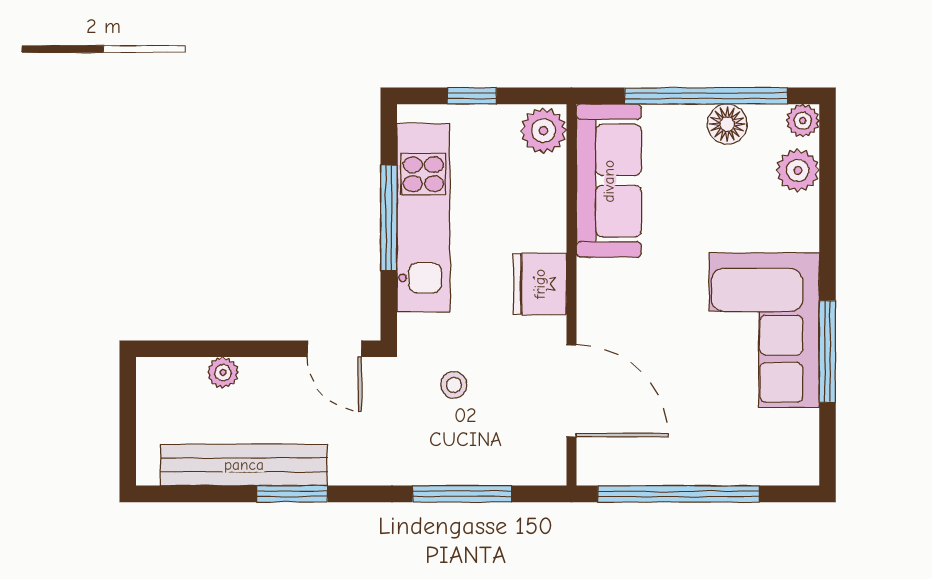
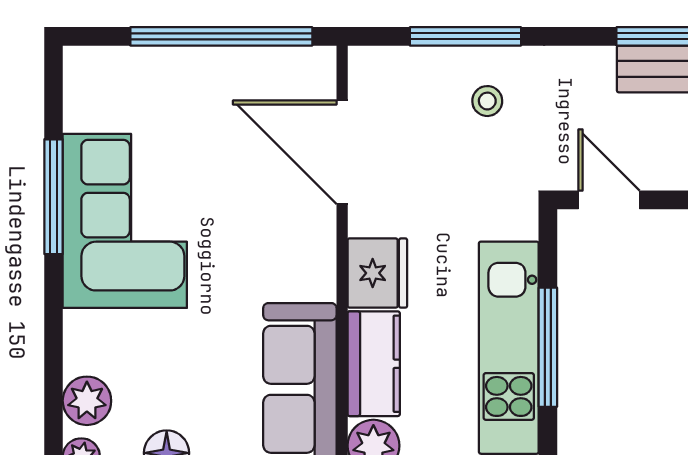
kitchen counter: (543, 203) -> (374, 364), added
stool: (454, 385) -> (487, 101), moved

